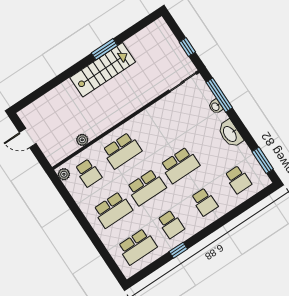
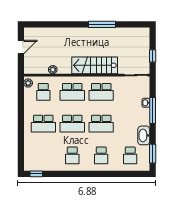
window: (104, 49) -> (102, 24), width x1.44
stairs: (103, 70) -> (95, 65), moved, turned 180
window: (219, 95) -> (153, 110), moved
washbasin: (230, 134) -> (144, 135), moved
door: (28, 138) -> (21, 47), swing flipped
school desk: (137, 247) -> (101, 92), moved
window: (178, 250) -> (36, 174), moved

